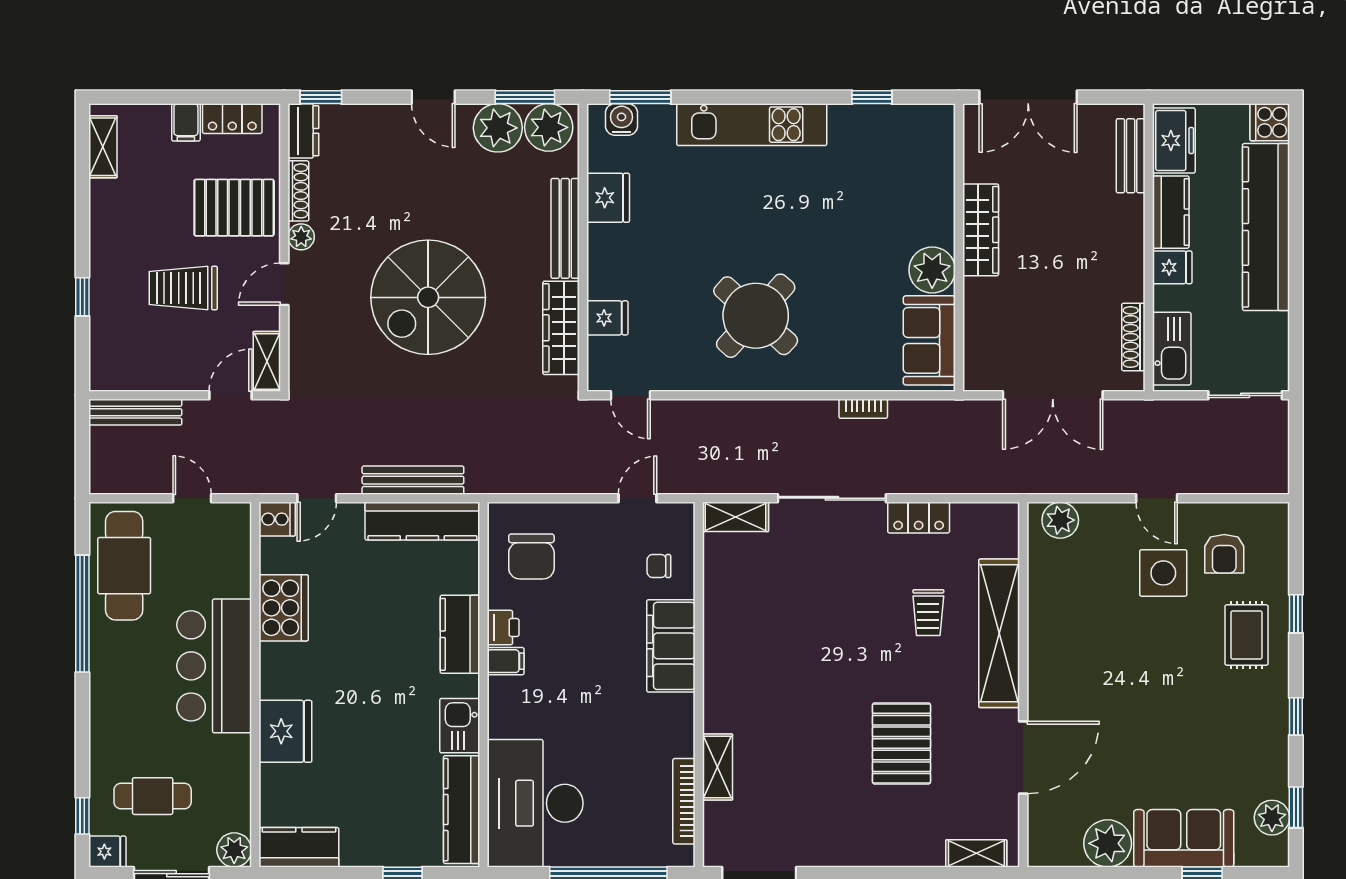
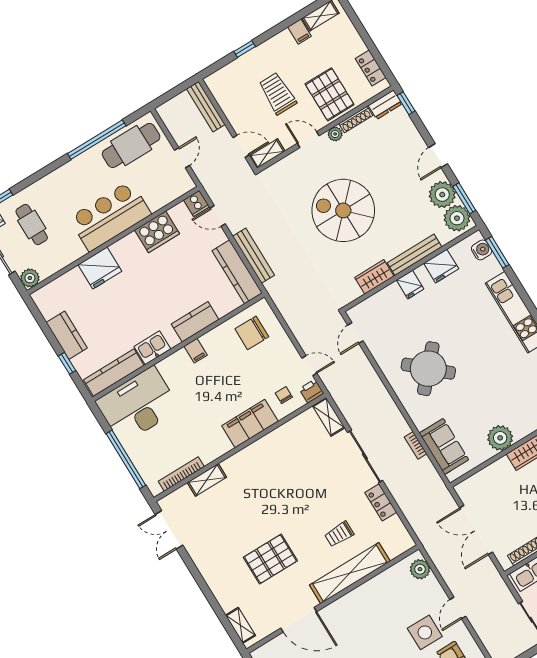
filing cabinet: (186, 122) -> (299, 32), moved, turned -90
fridge: (607, 318) -> (410, 285), moved
wardrobe: (561, 328) -> (374, 277), width x0.67
sofa: (929, 340) -> (444, 446), moved, turned 90
printer: (503, 628) -> (311, 391), moved, turned 180
kitchen counter: (299, 847) -> (67, 335), moved

